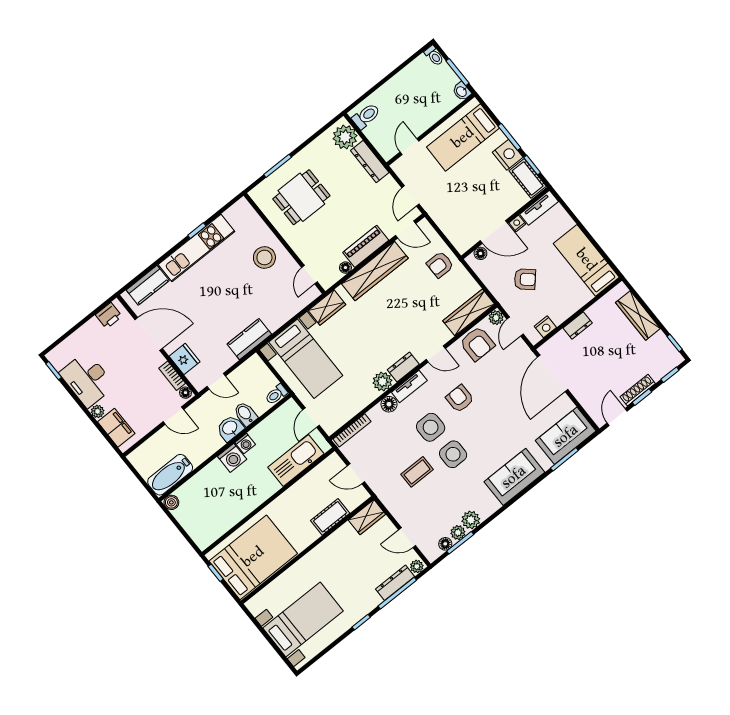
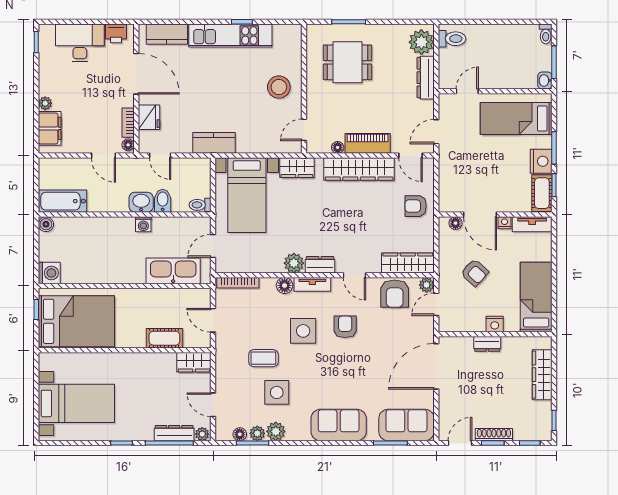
nightstand: (545, 327) -> (495, 324), moved
desk: (87, 379) -> (80, 43), moved, turned 90
side table: (453, 454) -> (277, 392), moved
washing machine: (232, 458) -> (49, 273), moved, turned -90

